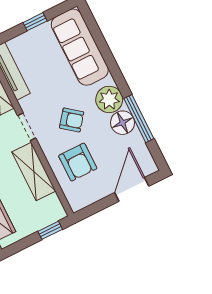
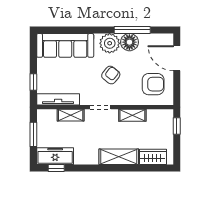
window: (35, 22) -> (33, 82), moved
armchair: (78, 162) -> (153, 84), moved
shelving: (34, 171) -> (132, 115), width x0.67, depth x0.75

